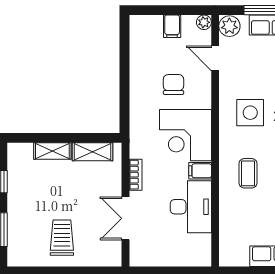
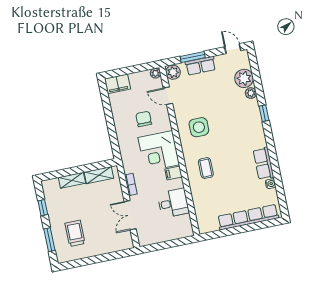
filing cabinet: (172, 26) -> (118, 84), moved, width x2.00
desk: (191, 207) -> (173, 203), width x0.73
trolley: (62, 238) -> (75, 233), moved

